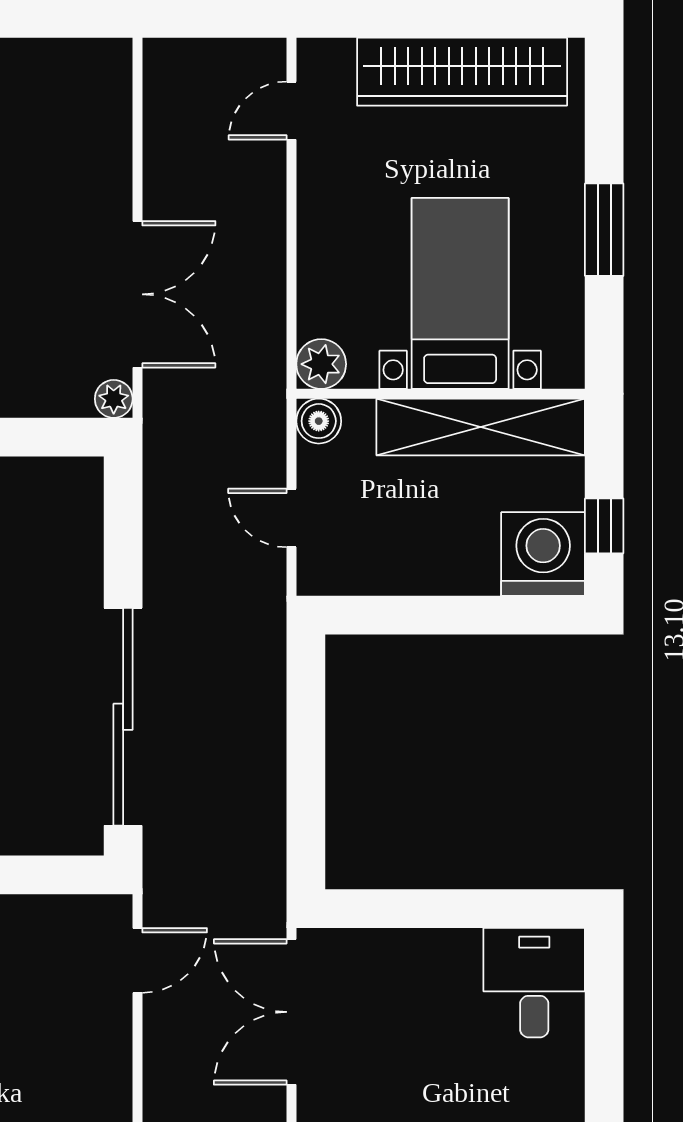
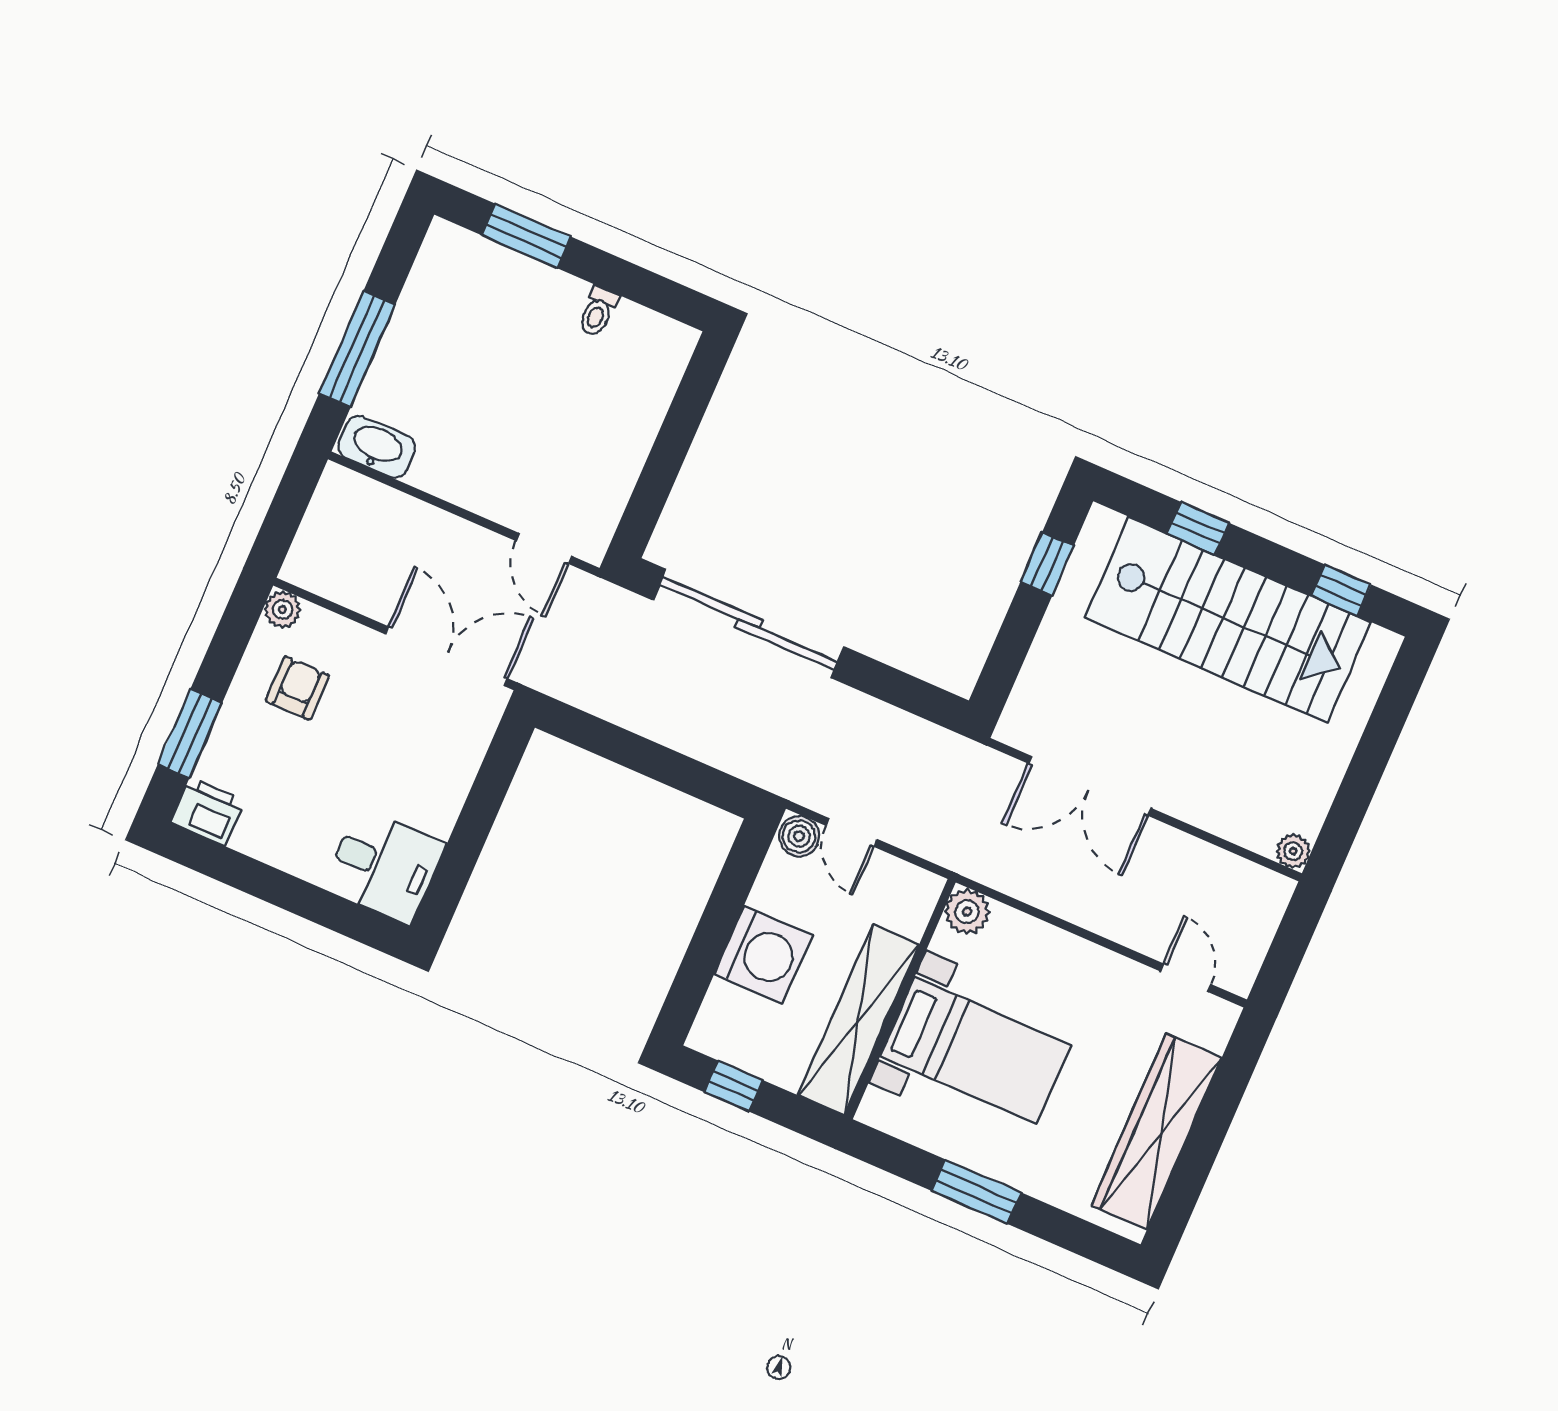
plant: (114, 399) -> (1293, 851), moved
boiler: (319, 421) -> (799, 836), moved
door: (291, 518) -> (852, 832), swing flipped
washing machine: (543, 554) -> (763, 955), moved

